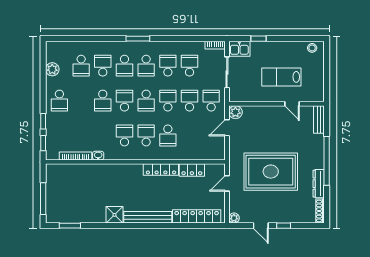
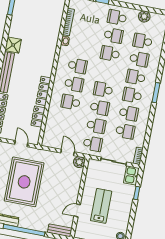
school desk: (124, 101) -> (114, 35), moved

